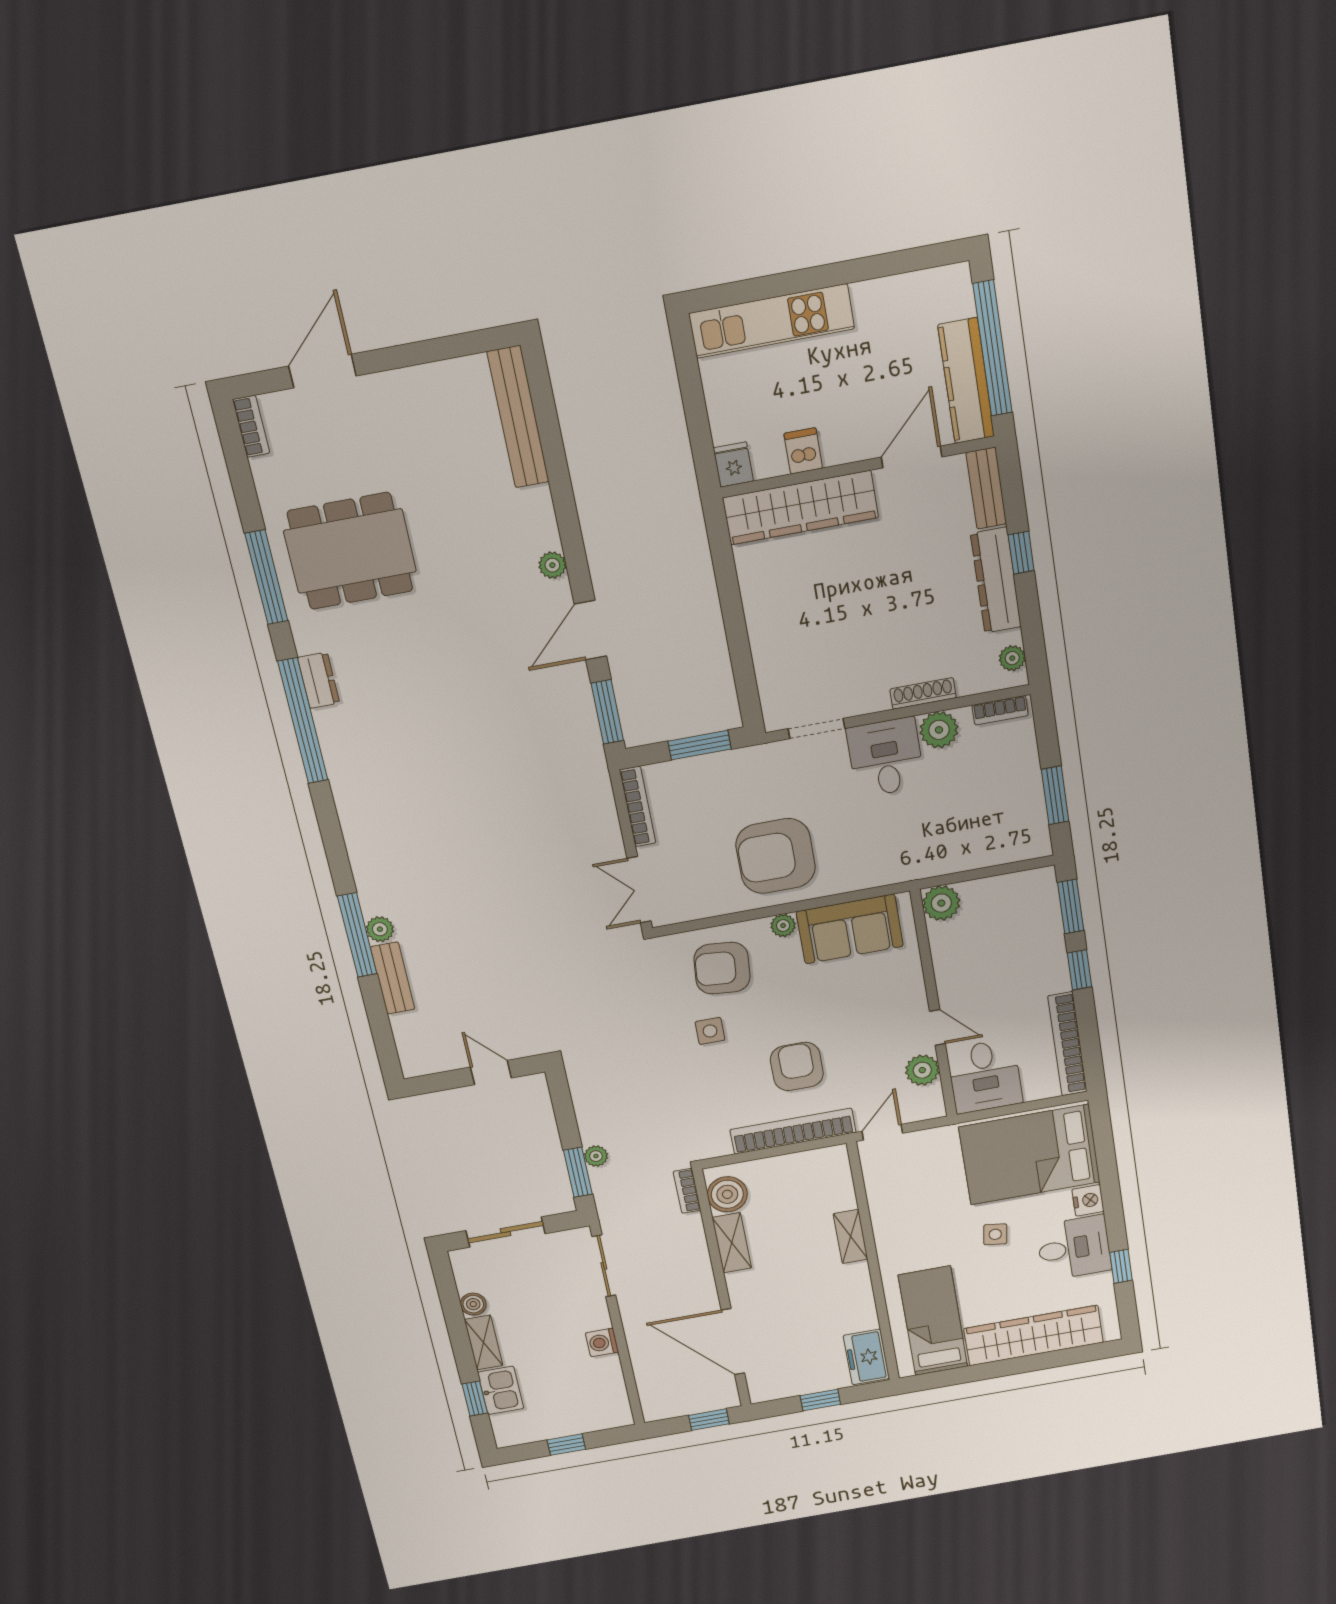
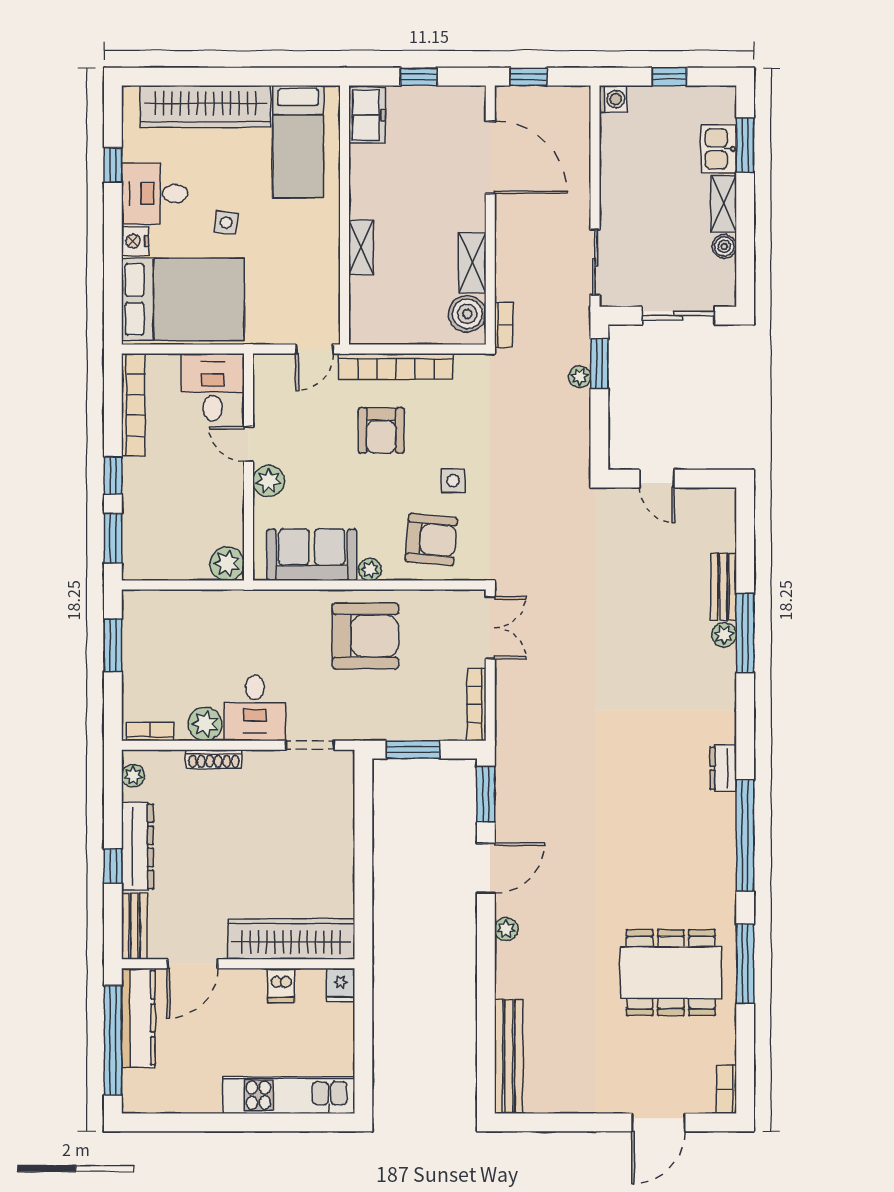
dresser: (319, 680) -> (723, 768), moved
plant: (922, 1070) -> (269, 481), moved
washing machine: (602, 1342) -> (613, 99), moved
window: (475, 1399) -> (745, 145), width x1.50

